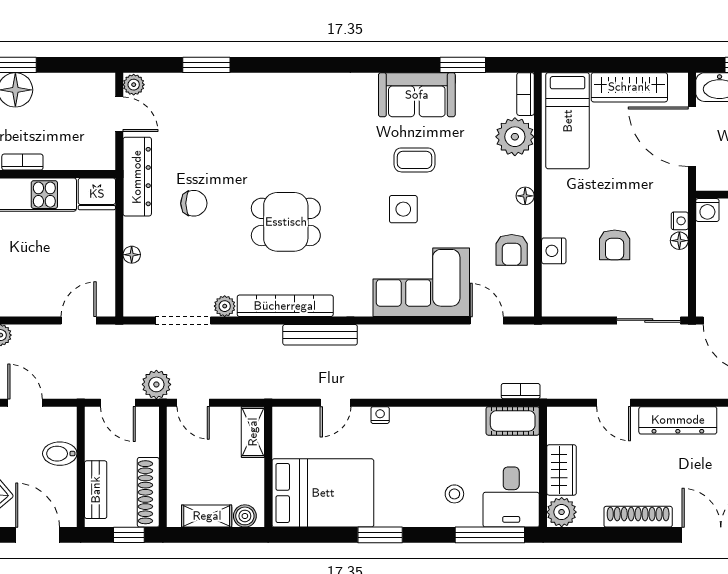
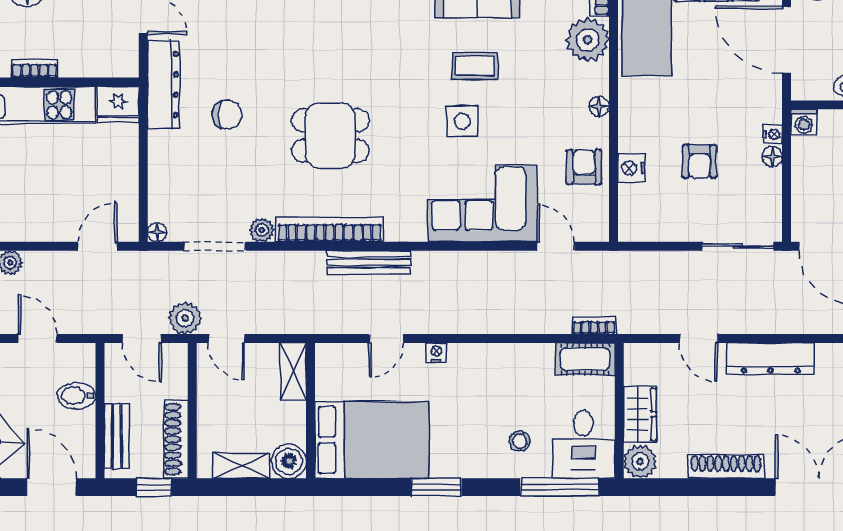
armchair: (512, 250) -> (584, 167), turned 180
floor lamp: (132, 255) -> (157, 232), moved
boiler: (245, 516) -> (289, 461), width x1.36, depth x1.36

